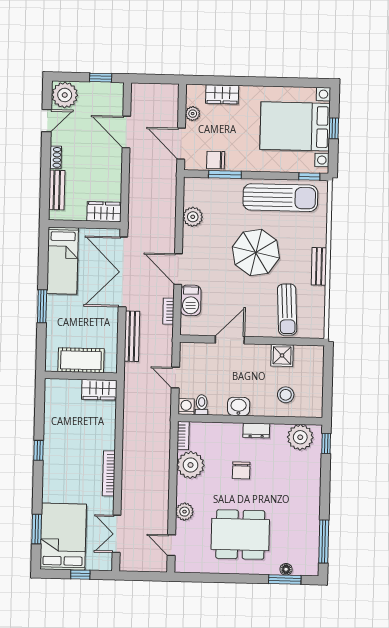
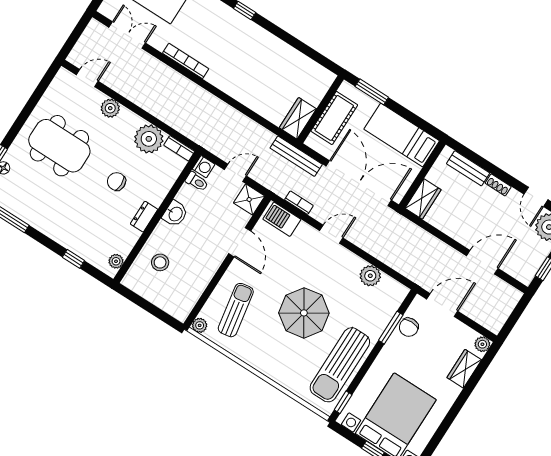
plant: (193, 114) -> (482, 344), moved
chair: (216, 160) -> (409, 327), turned 180
bench: (319, 266) -> (257, 362), removed
door: (178, 269) -> (331, 234), width x0.73
barbecue: (191, 300) -> (282, 219), moved
sun lounger: (287, 310) -> (236, 310), turned 83
plant: (317, 331) -> (200, 325), added
shower: (282, 355) -> (249, 200), moved
cot: (81, 360) -> (334, 118), moved
wall: (81, 376) -> (320, 109), moved
wardrobe: (99, 390) -> (298, 118), moved
plant: (300, 437) -> (116, 261), width x0.53, depth x0.53
window: (326, 444) -> (73, 259), moved
dining table: (240, 534) -> (59, 146), turned 90

